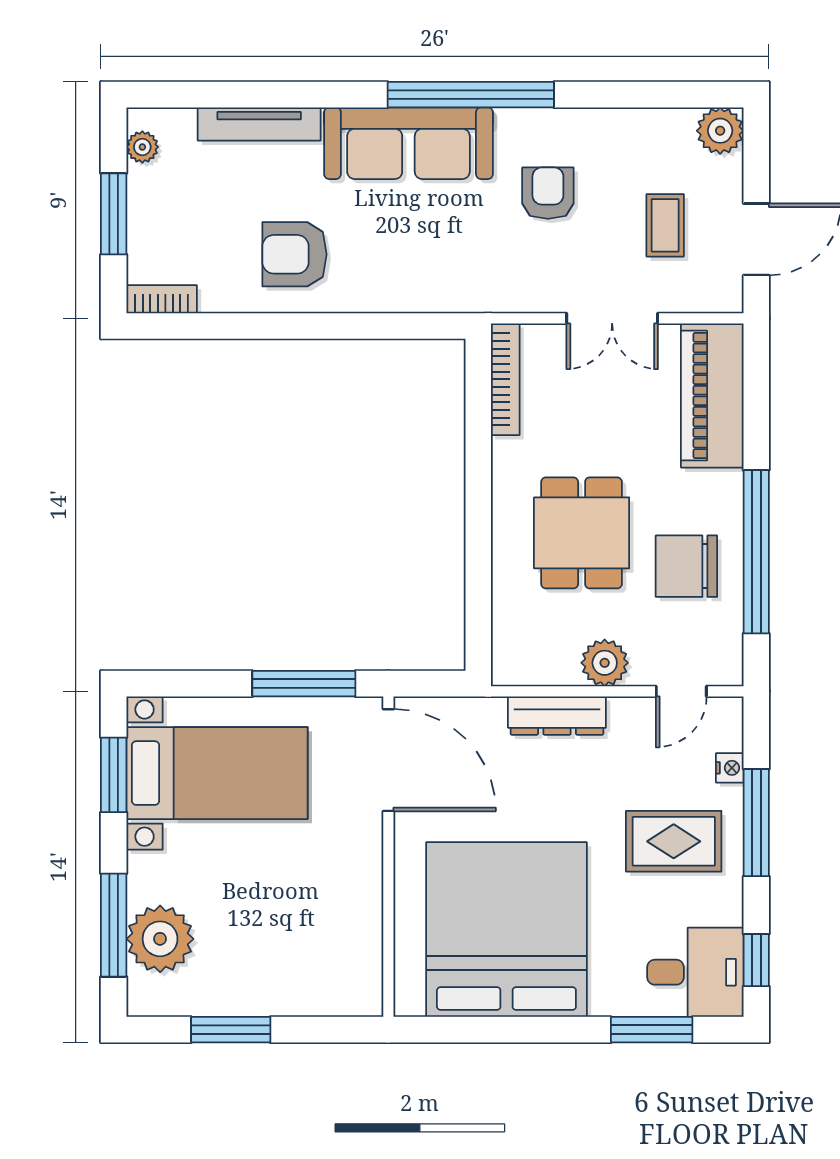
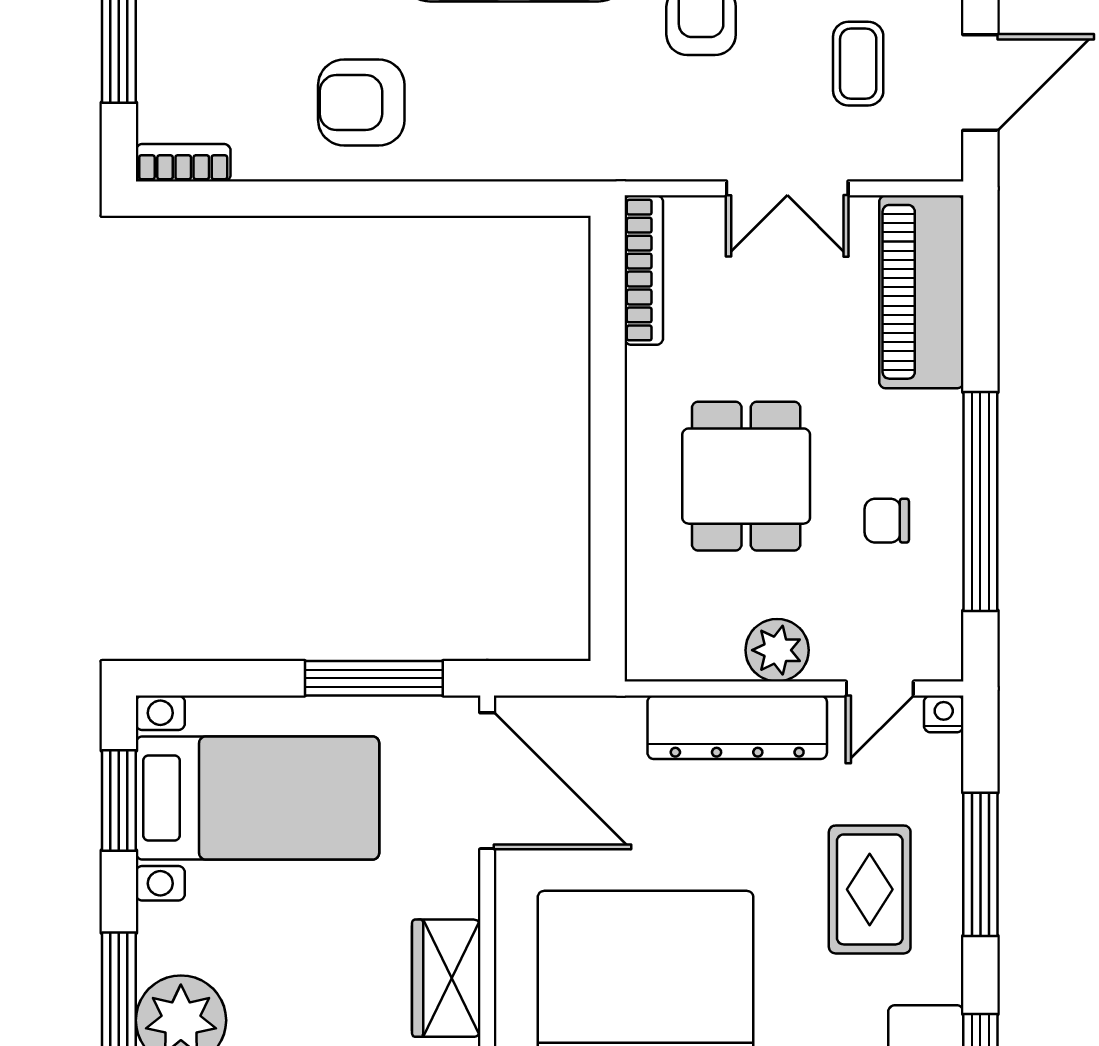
chair: (686, 566) -> (887, 521), width x0.54, depth x0.54
dresser: (557, 716) -> (737, 727), width x1.37, depth x1.24
nightstand: (730, 768) -> (944, 714), moved, turned -90
rug: (674, 841) -> (870, 889), turned 90
wardrobe: (358, 907) -> (446, 978), added

